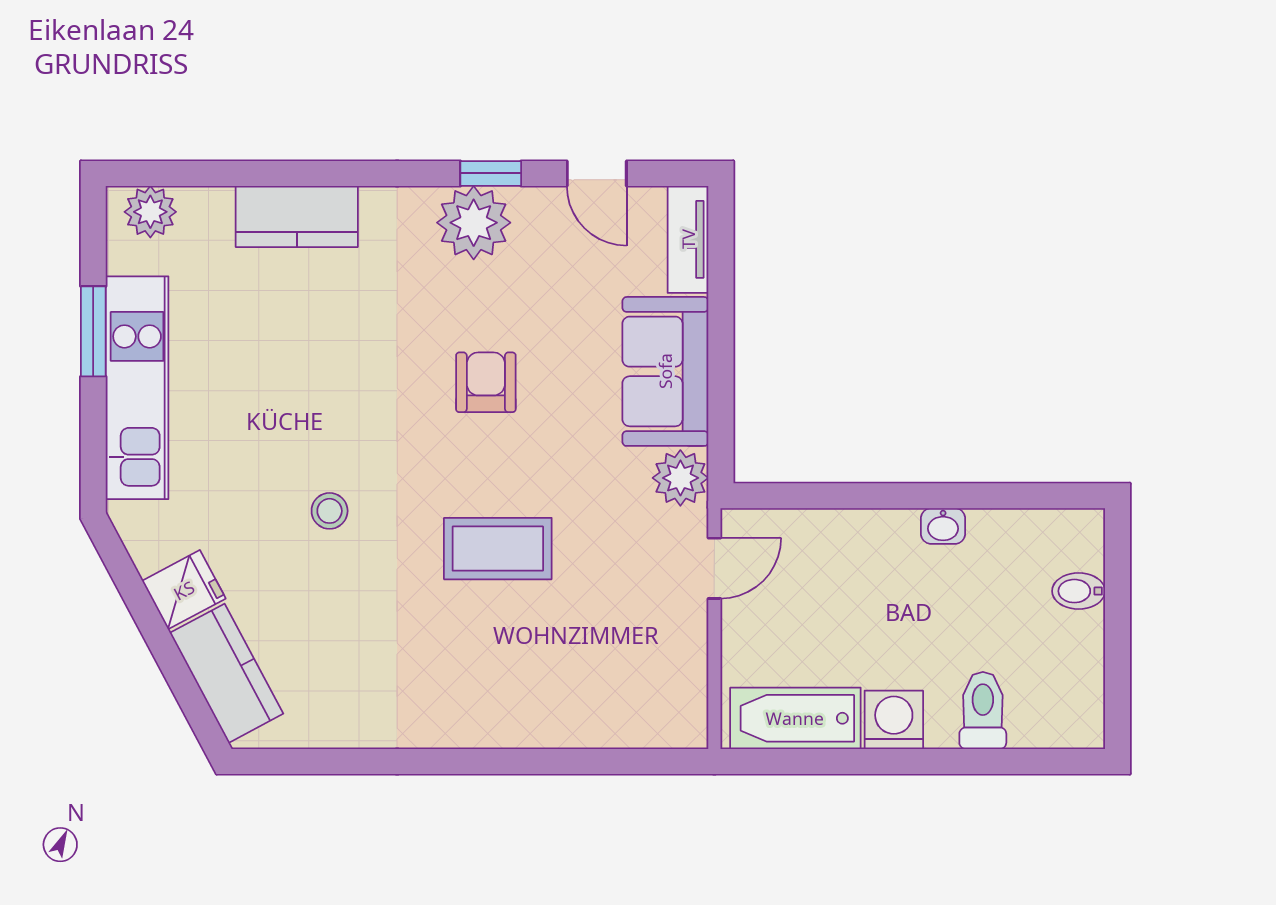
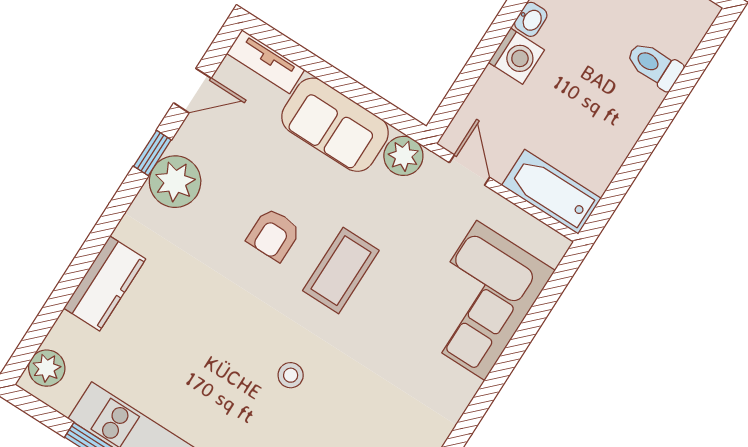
armchair: (486, 382) -> (274, 235), turned -90
coffee table: (498, 549) -> (341, 271), moved
corner sofa: (566, 682) -> (481, 300), added
bathtub: (795, 718) -> (551, 192), moved, turned 90
washing machine: (894, 720) -> (516, 56), moved, turned 180

